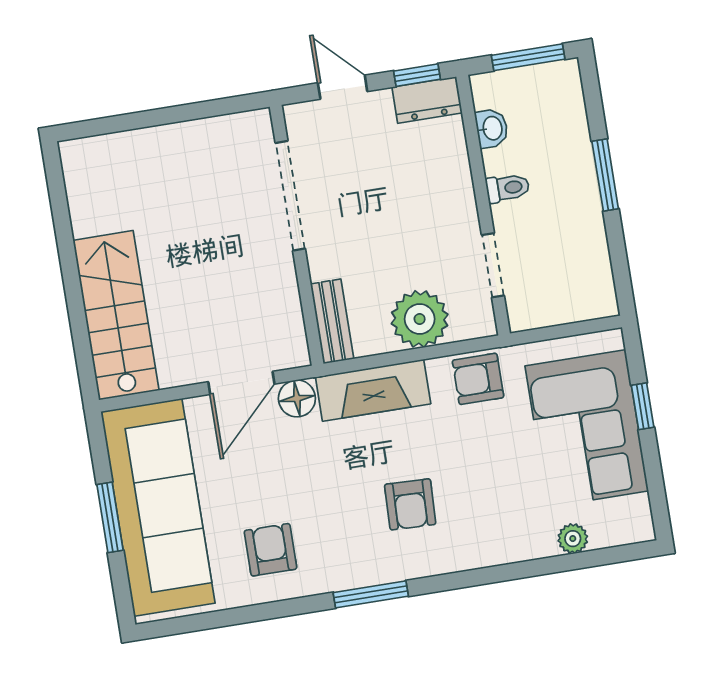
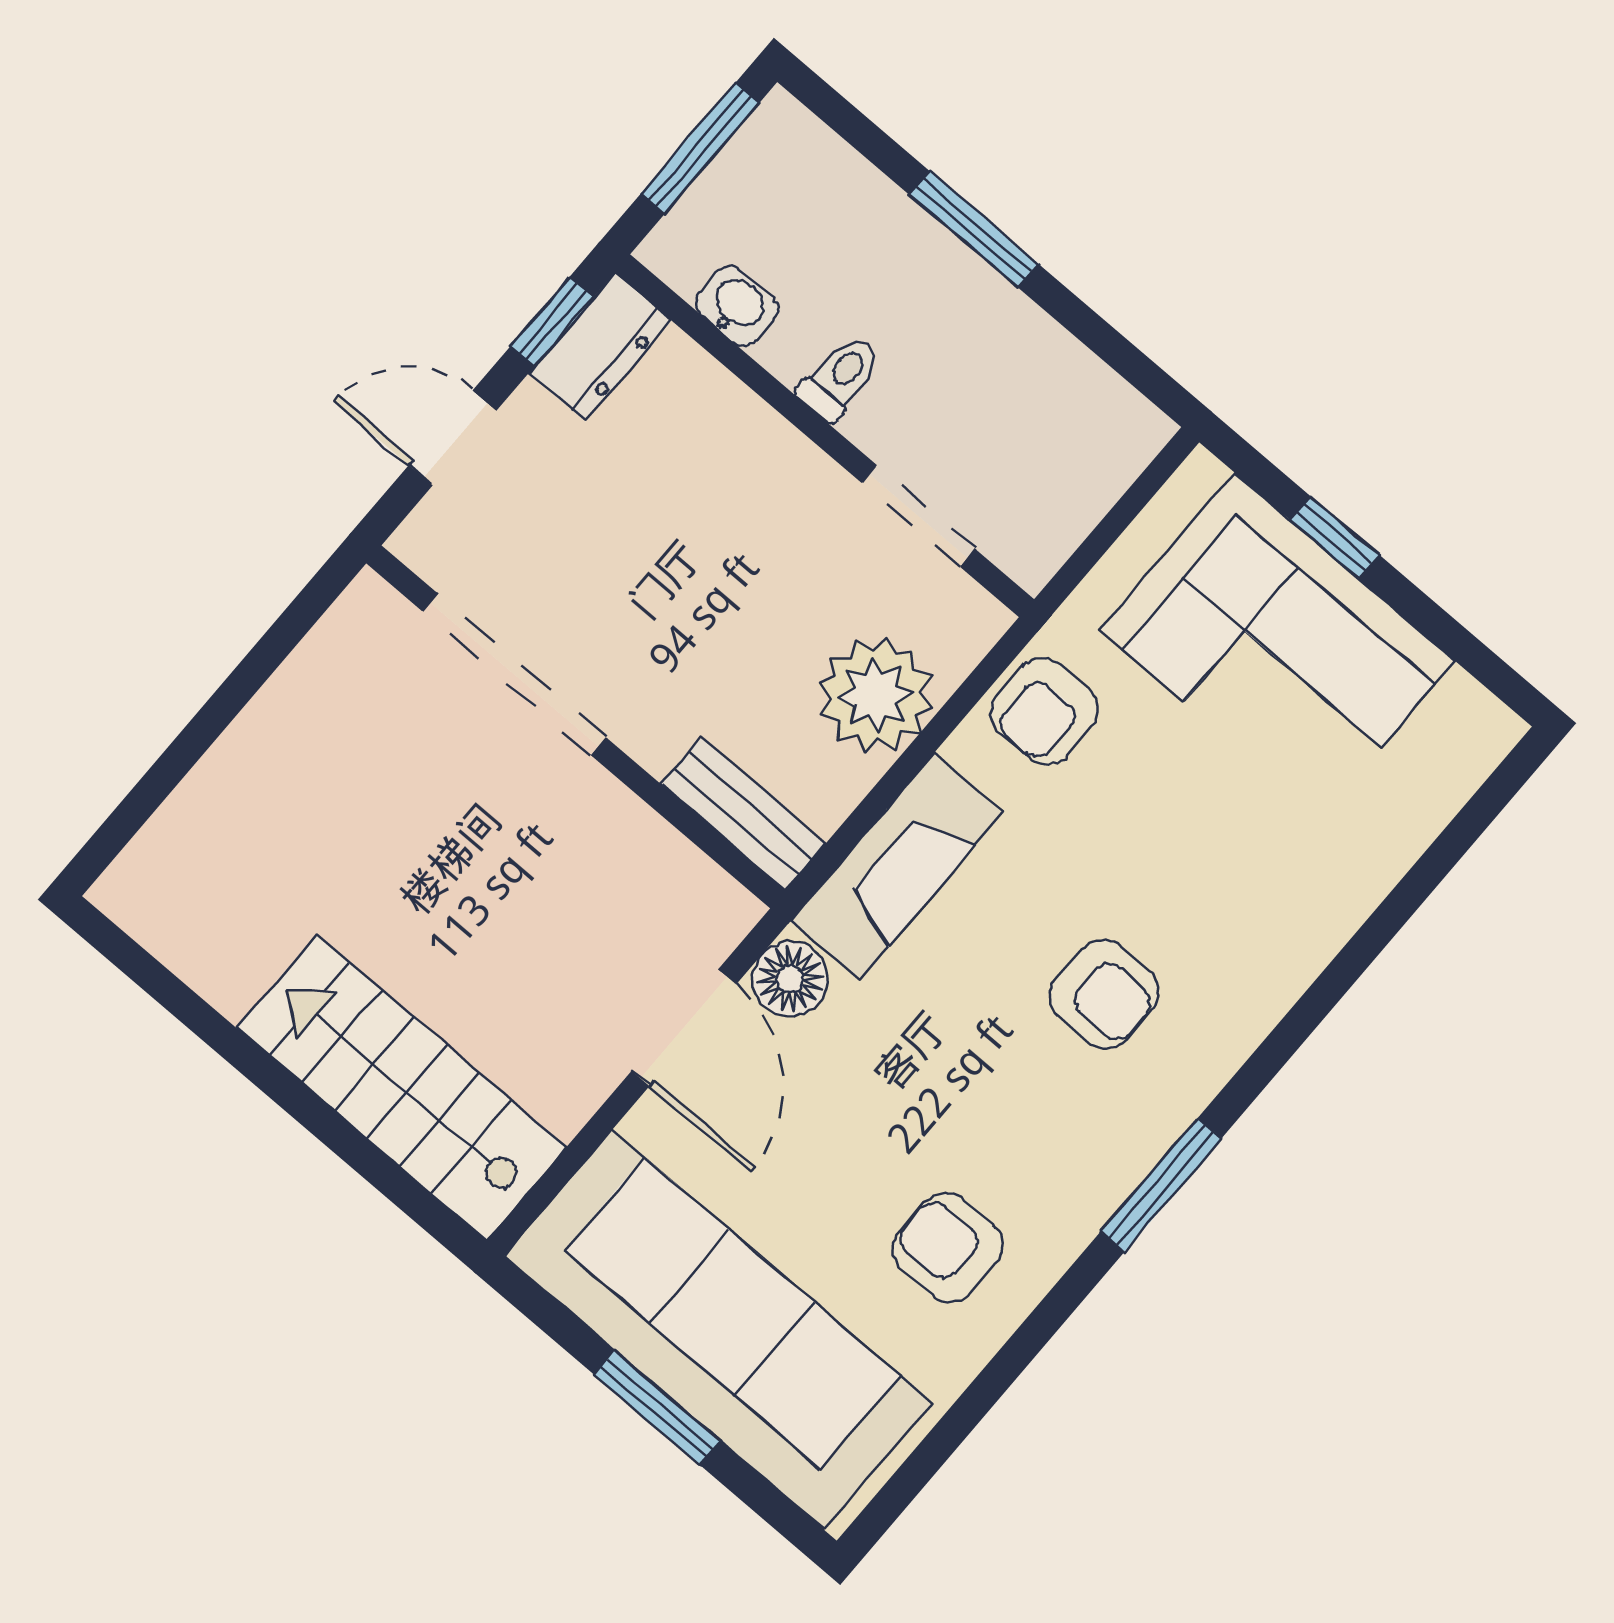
plant: (573, 539) -> (1400, 834), removed

